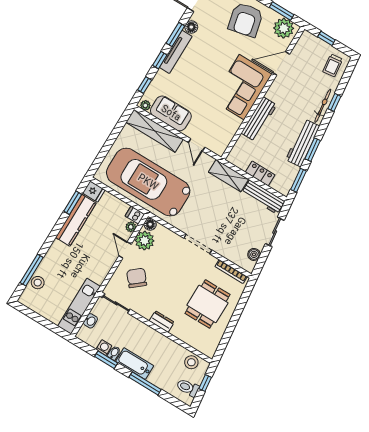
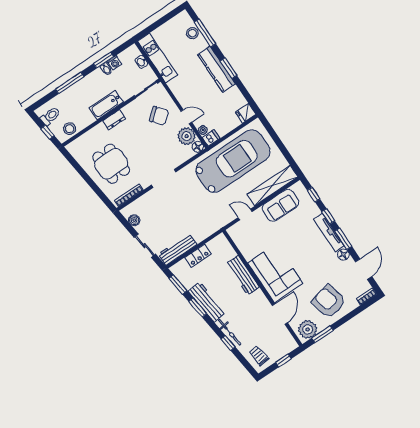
plant: (145, 105) -> (297, 188), removed
shelving: (228, 176) -> (208, 229), removed
window: (73, 203) -> (229, 68), moved
kitchen counter: (76, 220) -> (216, 69), moved
bathtub: (135, 364) -> (106, 105), moved, turned 180

